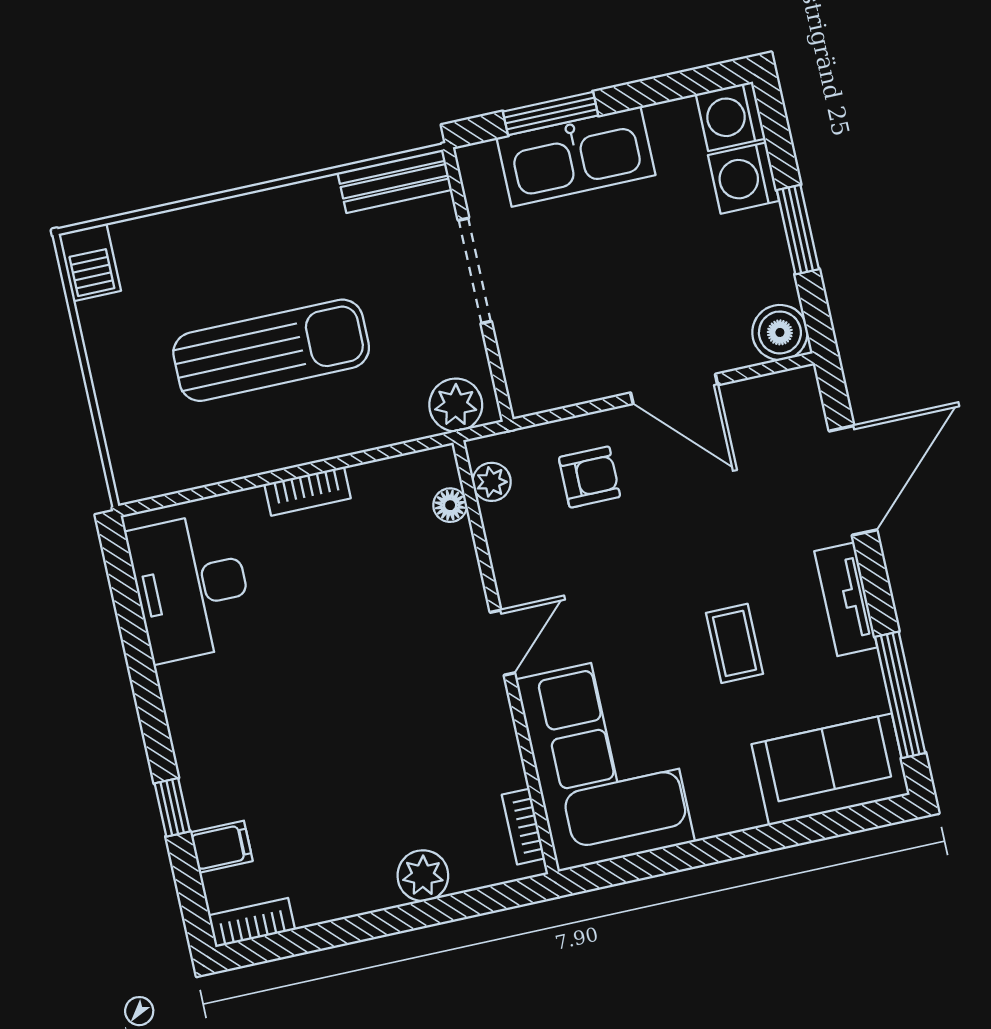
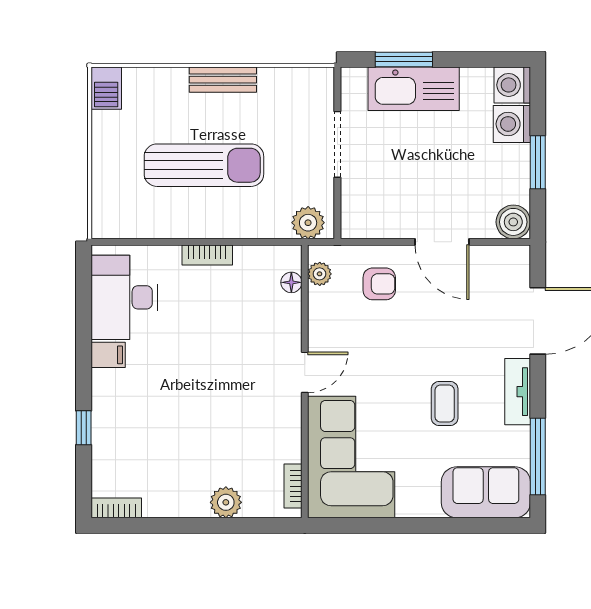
bench: (395, 181) -> (223, 80), moved
filing cabinet: (221, 847) -> (108, 355), moved

